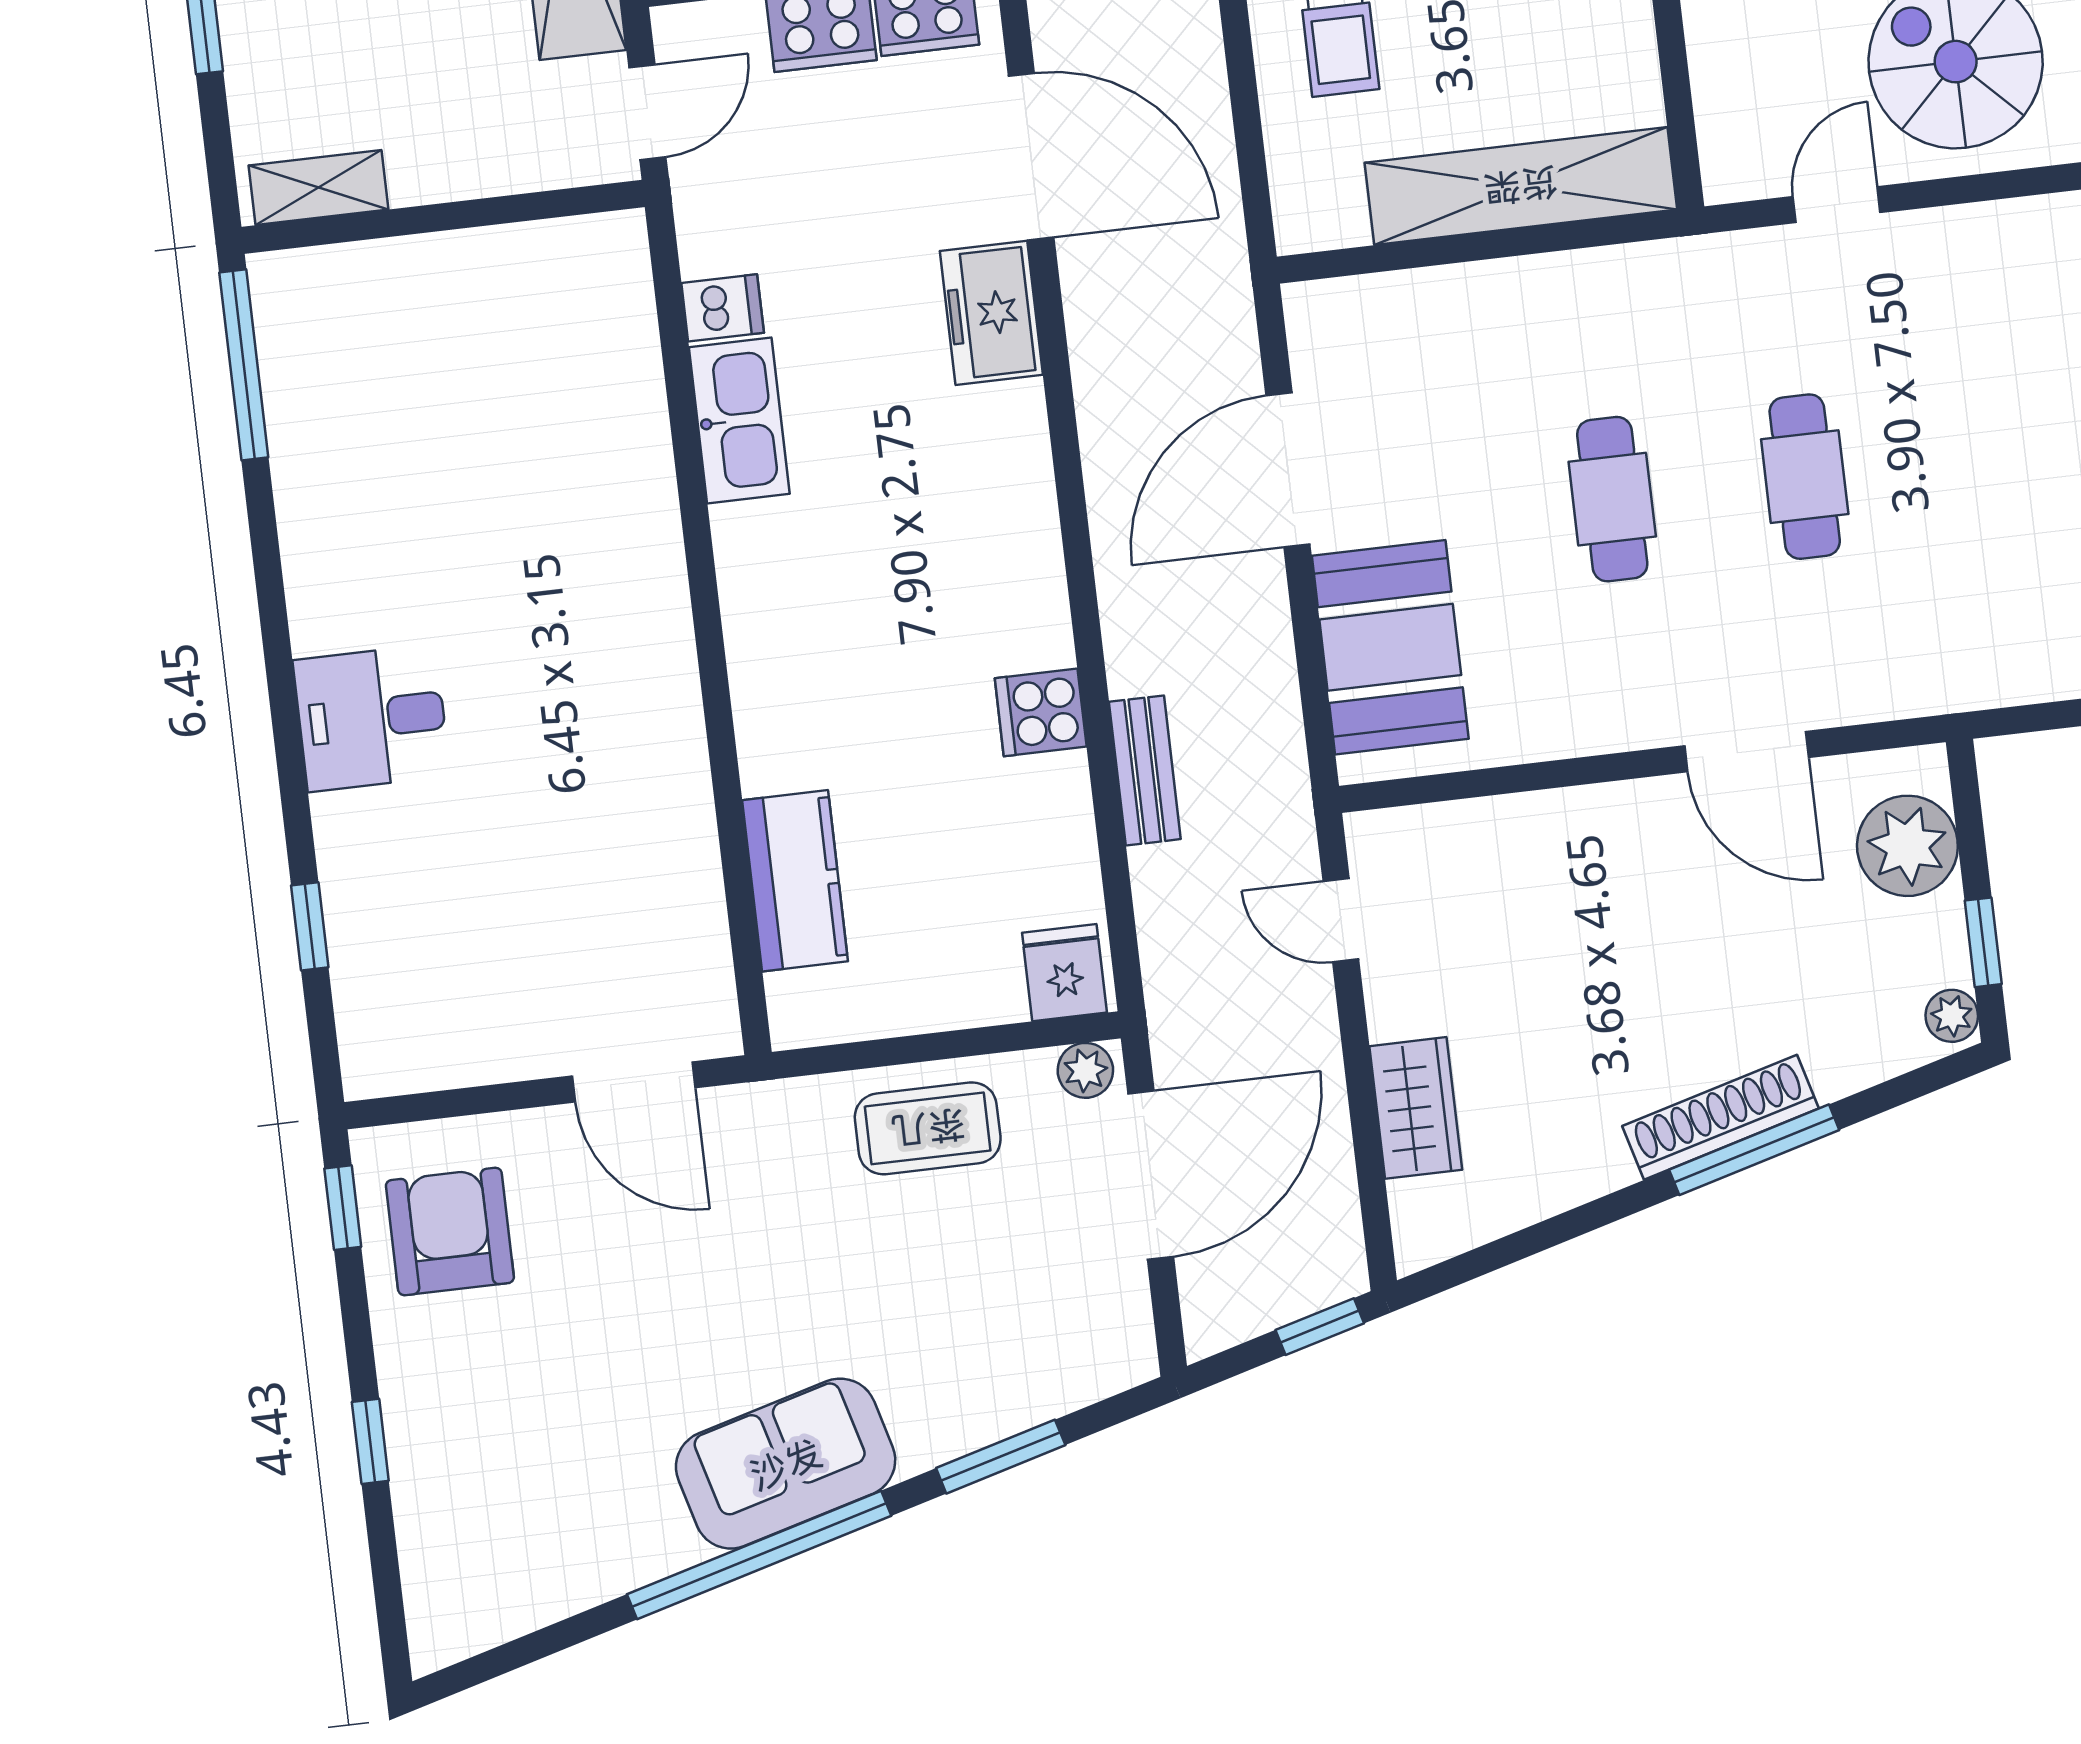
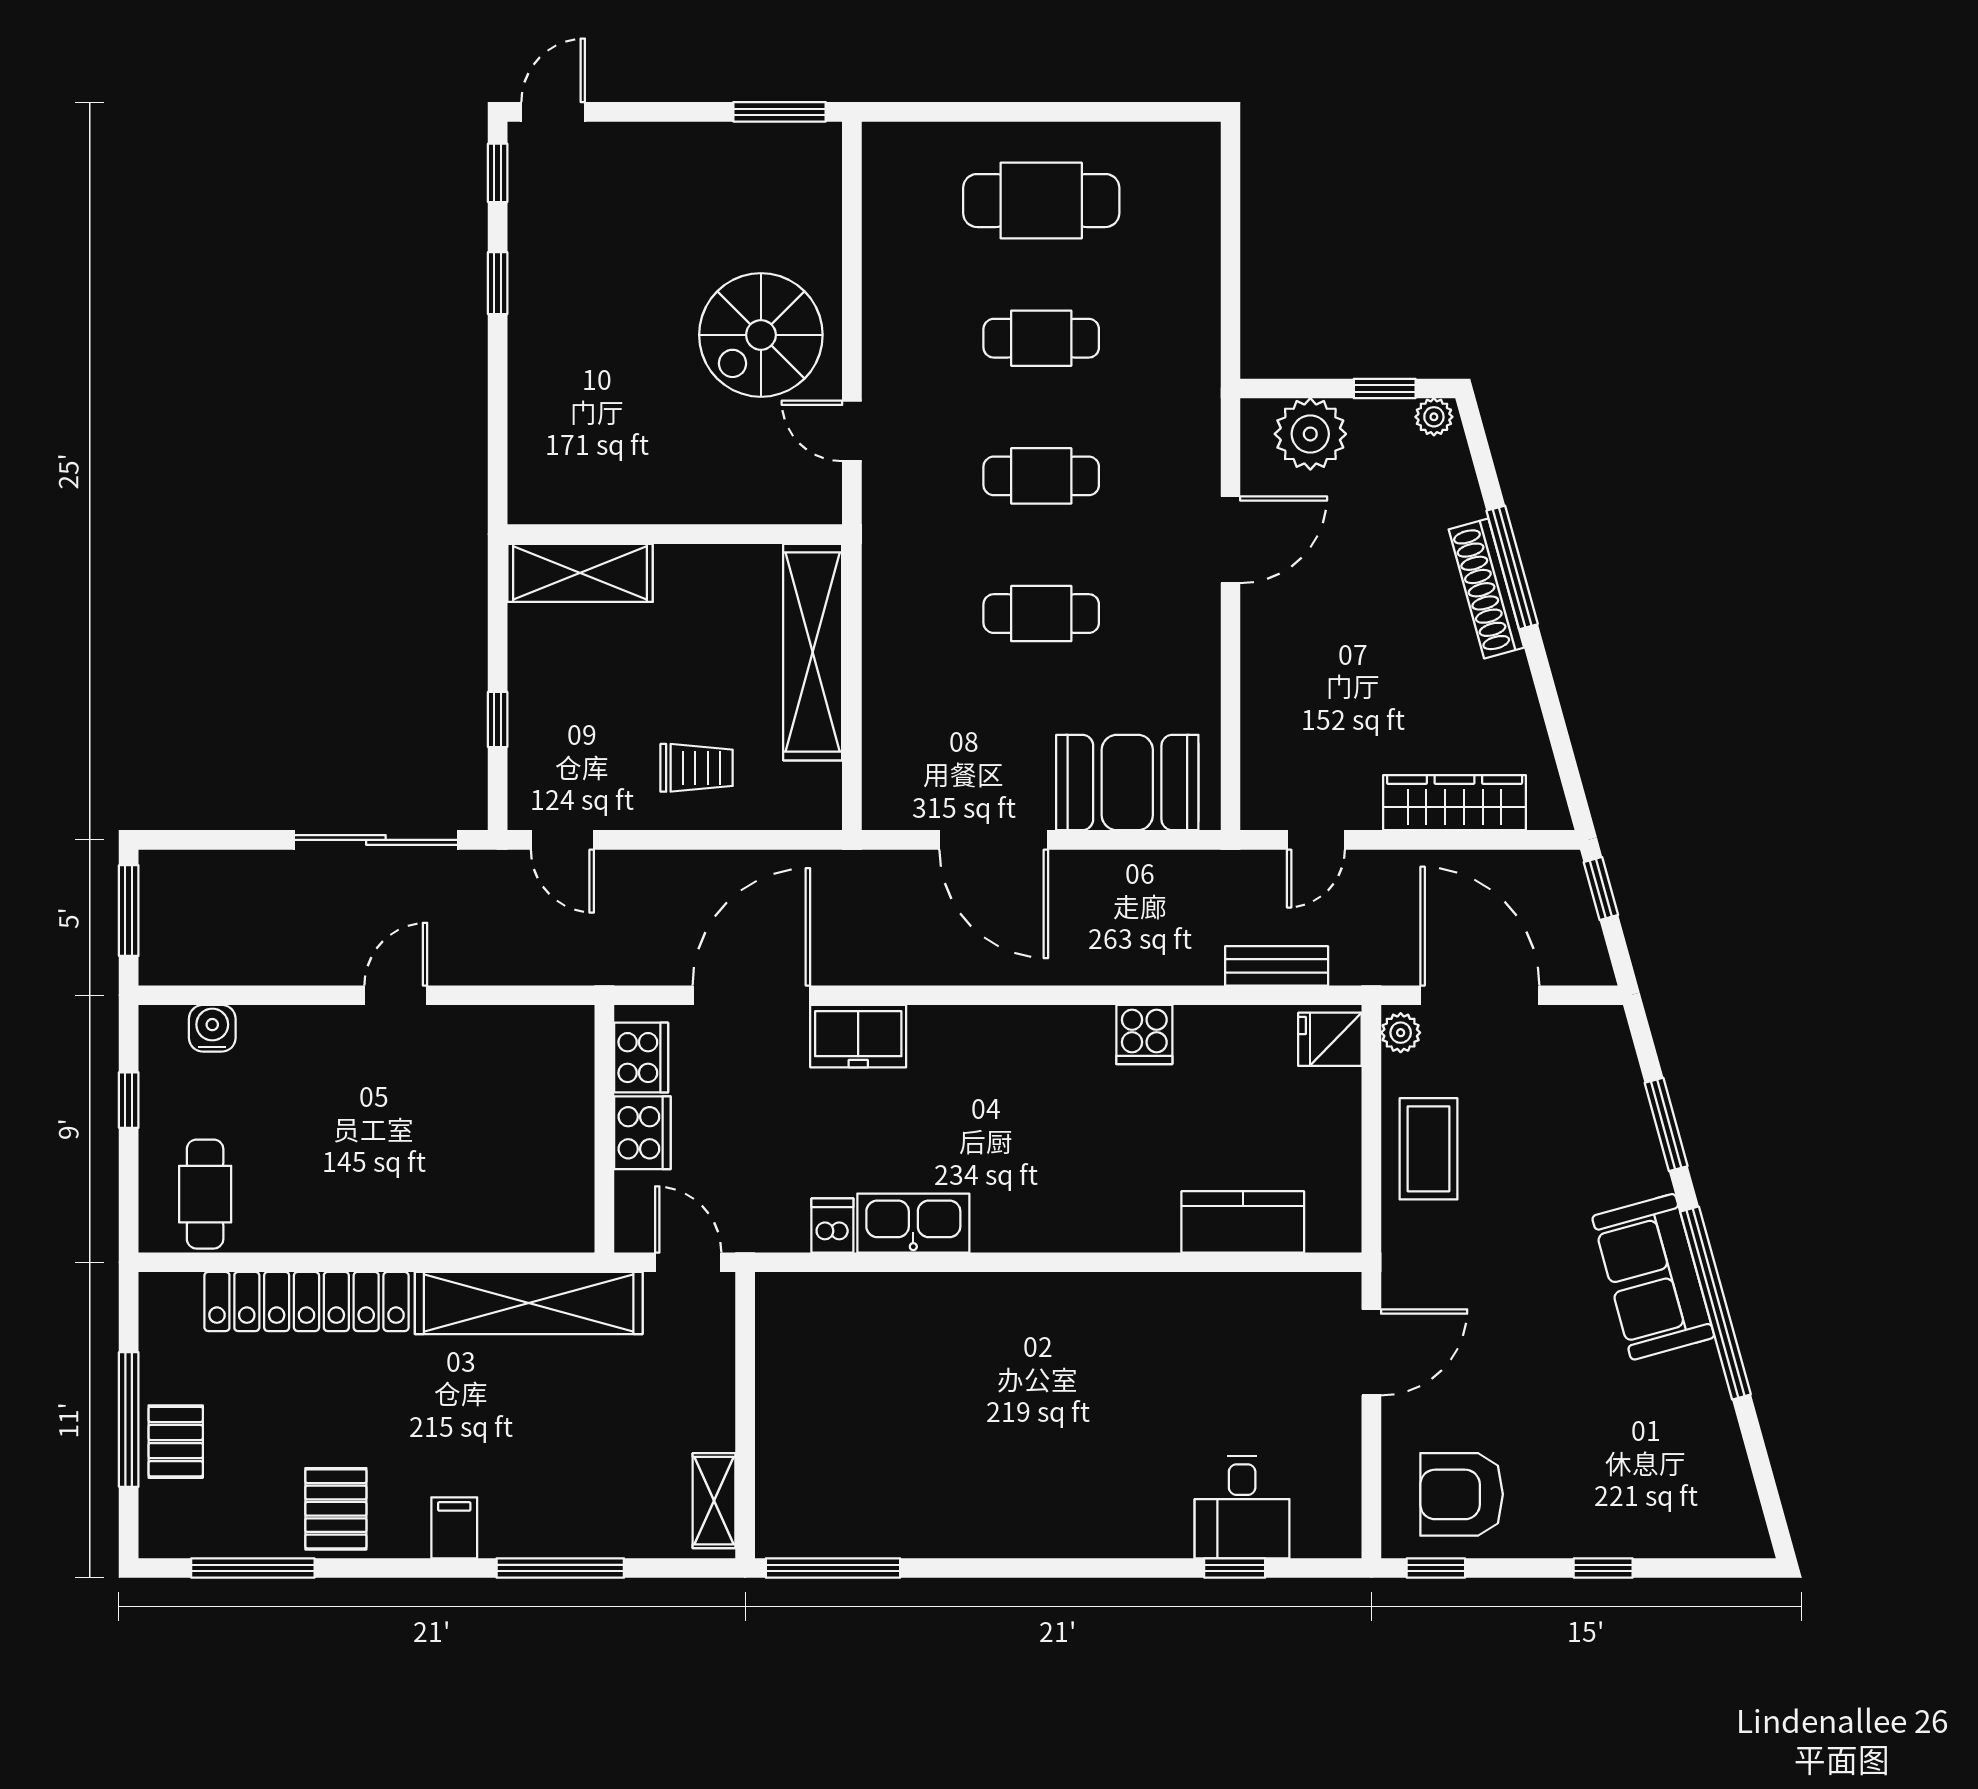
cafe table: (1997, 454) -> (1041, 338), added
desk: (371, 718) -> (1242, 1507), moved
bench: (1145, 770) -> (1277, 966), moved
wardrobe: (1416, 1108) -> (1455, 803), width x1.50

